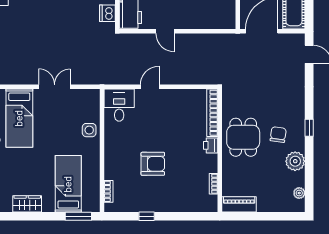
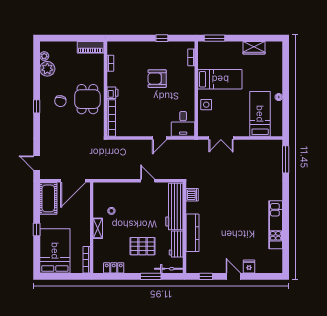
double door: (55, 87) -> (221, 138), moved
plant: (295, 161) -> (47, 69), moved
bed: (68, 184) -> (220, 79), moved, turned -90

